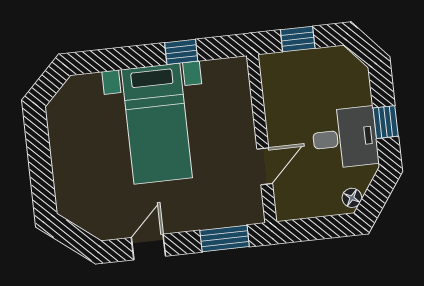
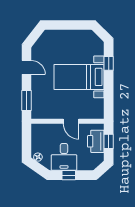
window: (181, 52) -> (109, 63), moved
printer: (301, 68) -> (96, 141), added
door: (265, 166) -> (71, 121), moved

